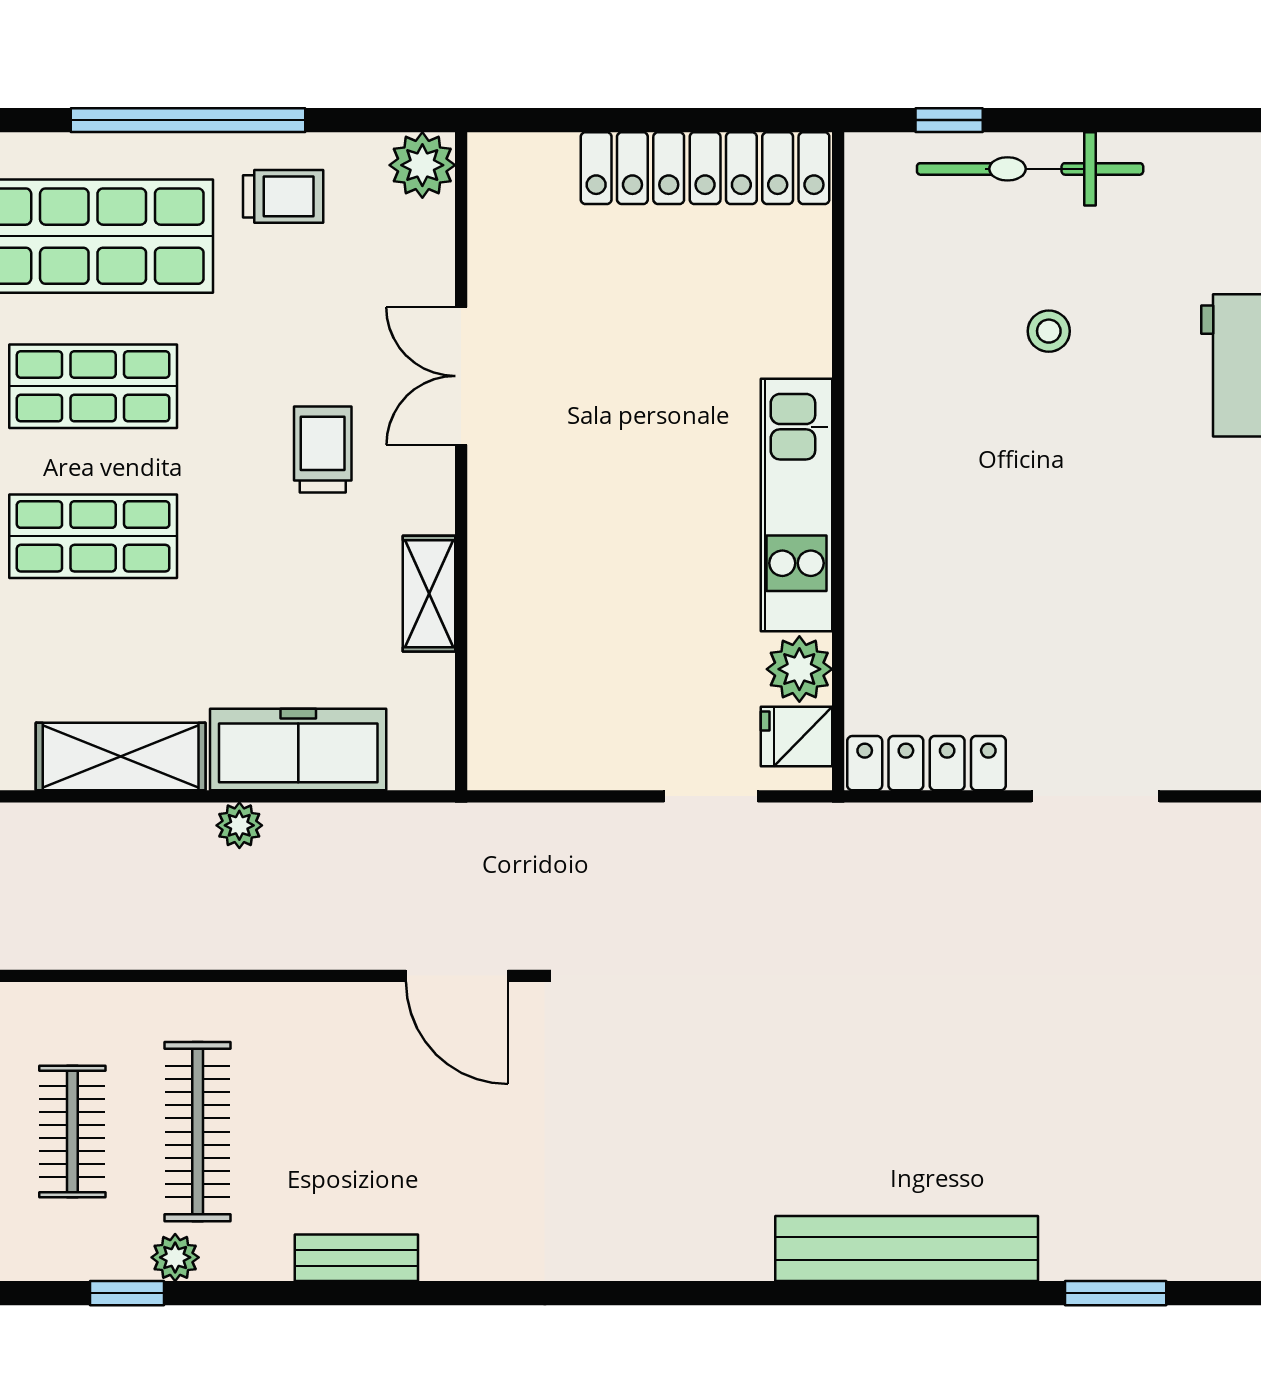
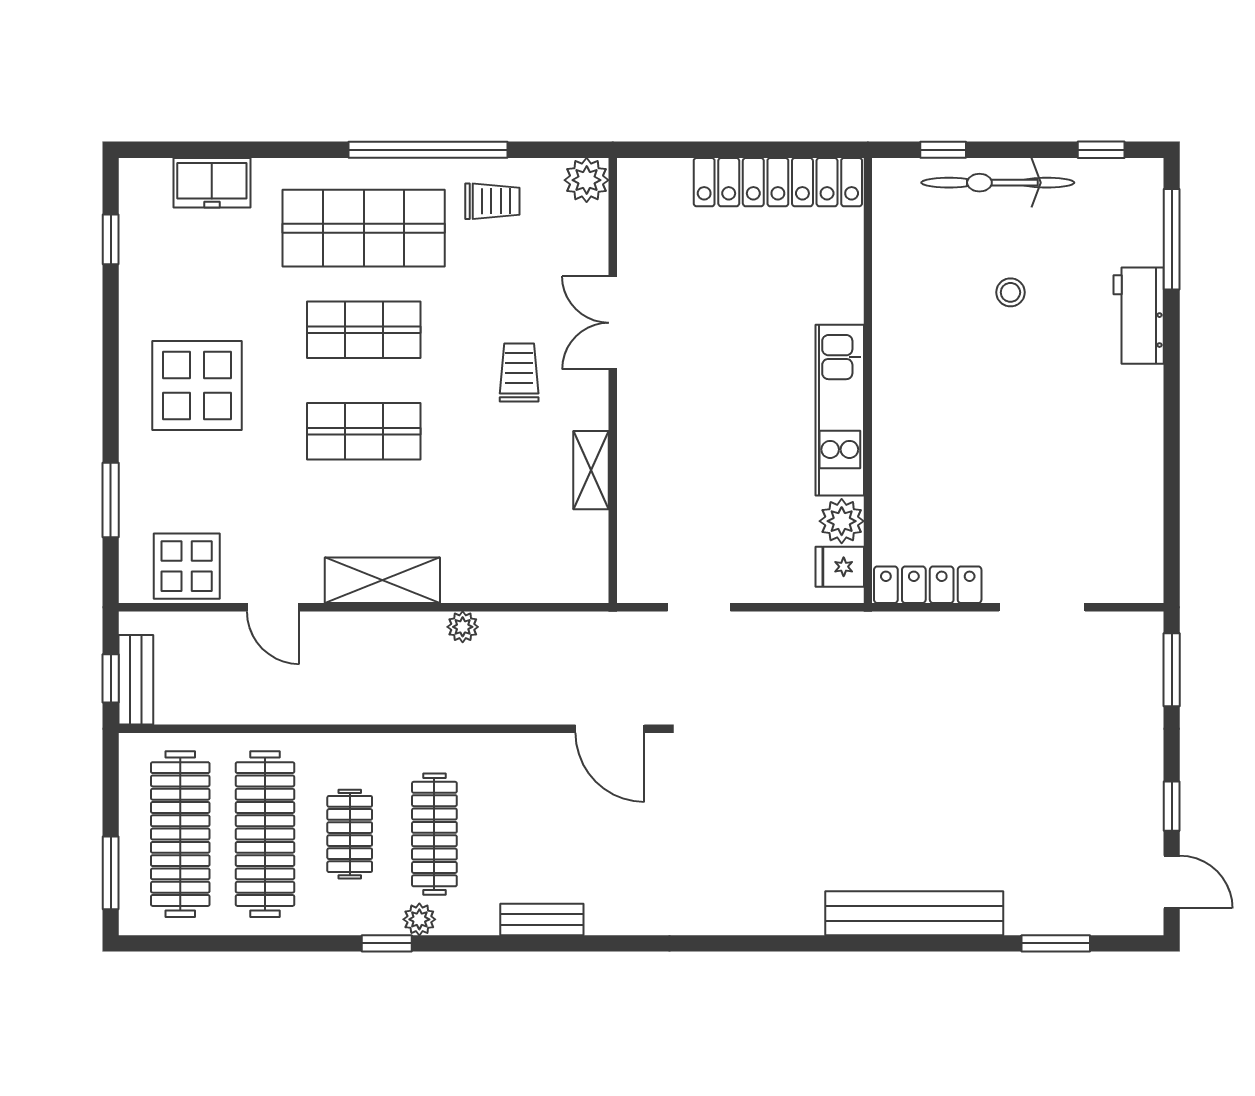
window: (1183, 120) -> (1101, 150), added
freezer: (298, 750) -> (503, 576), removed
doorway: (711, 796) -> (699, 607), moved

